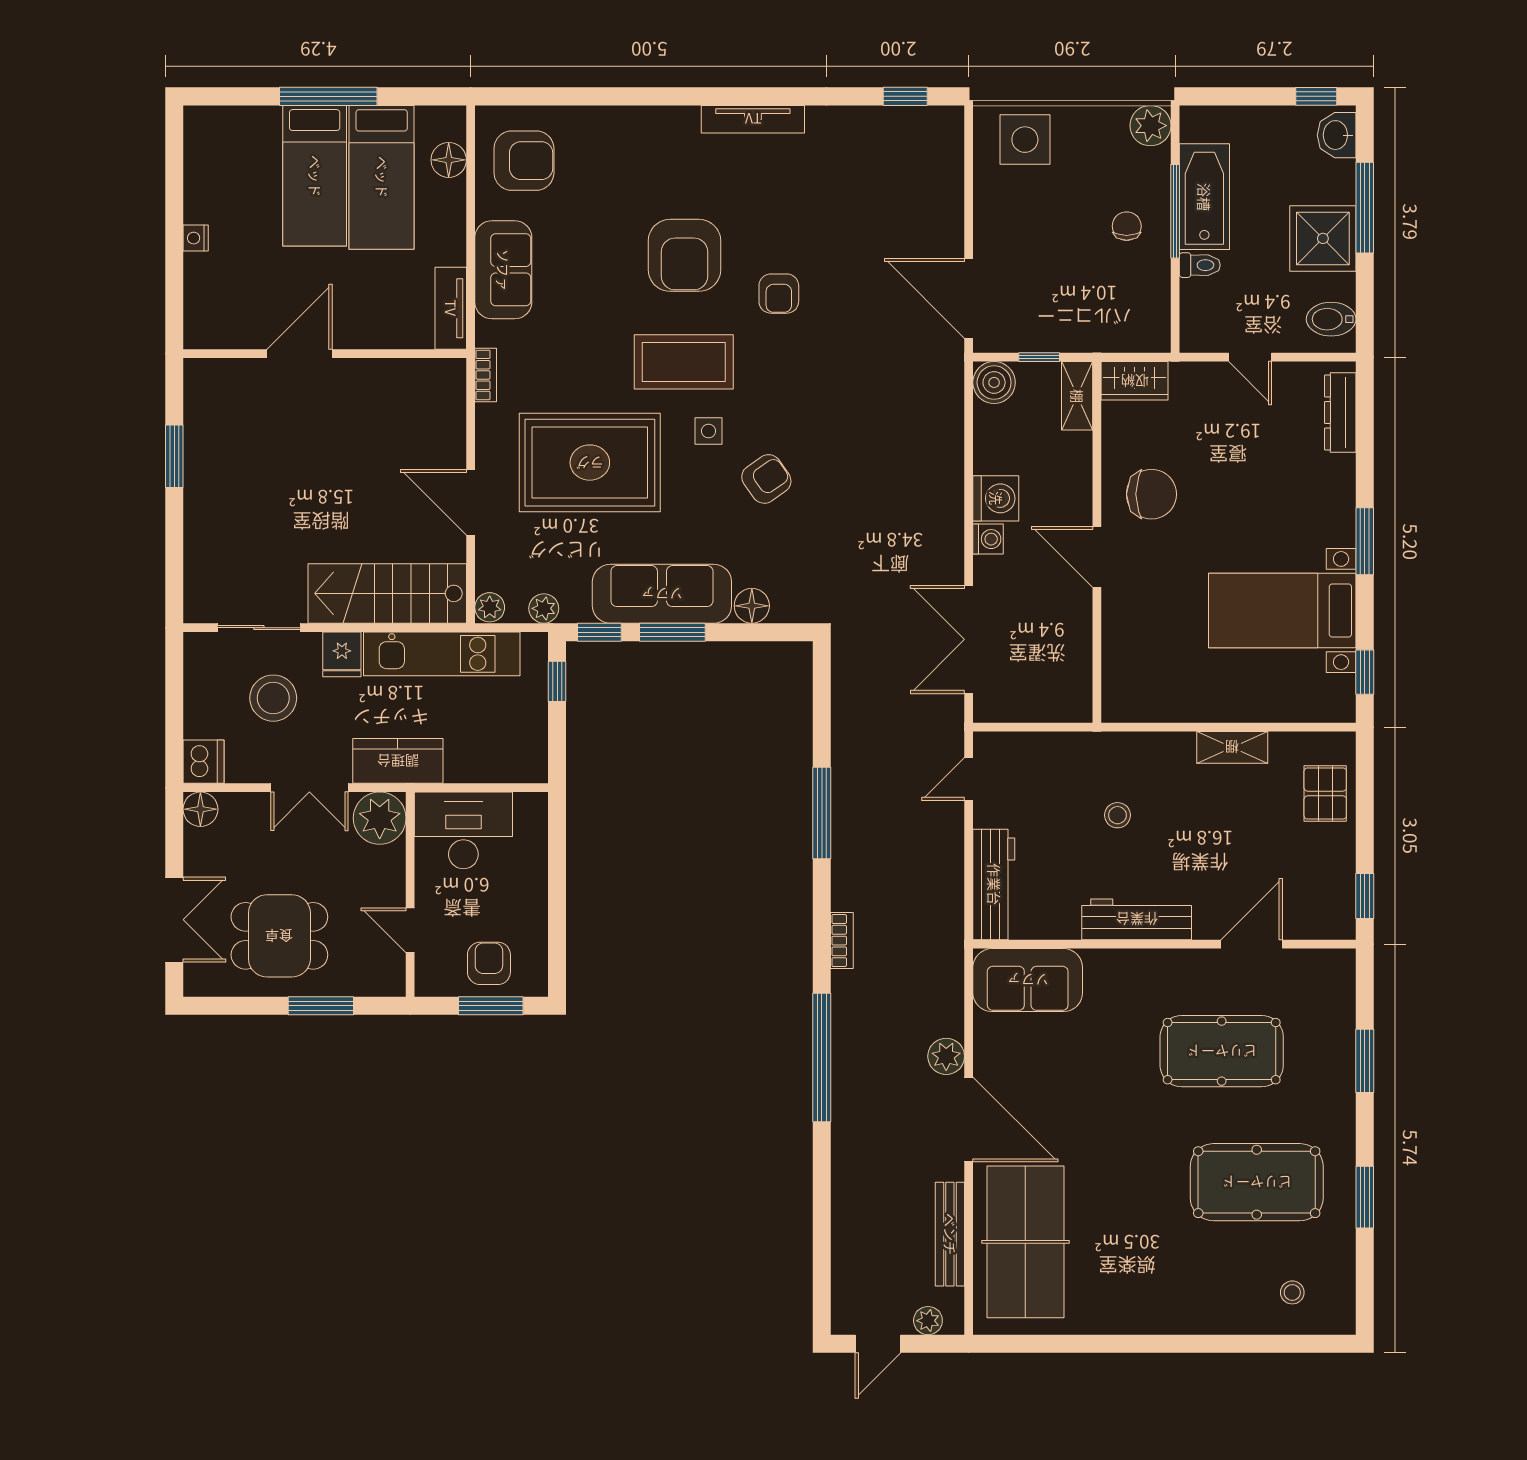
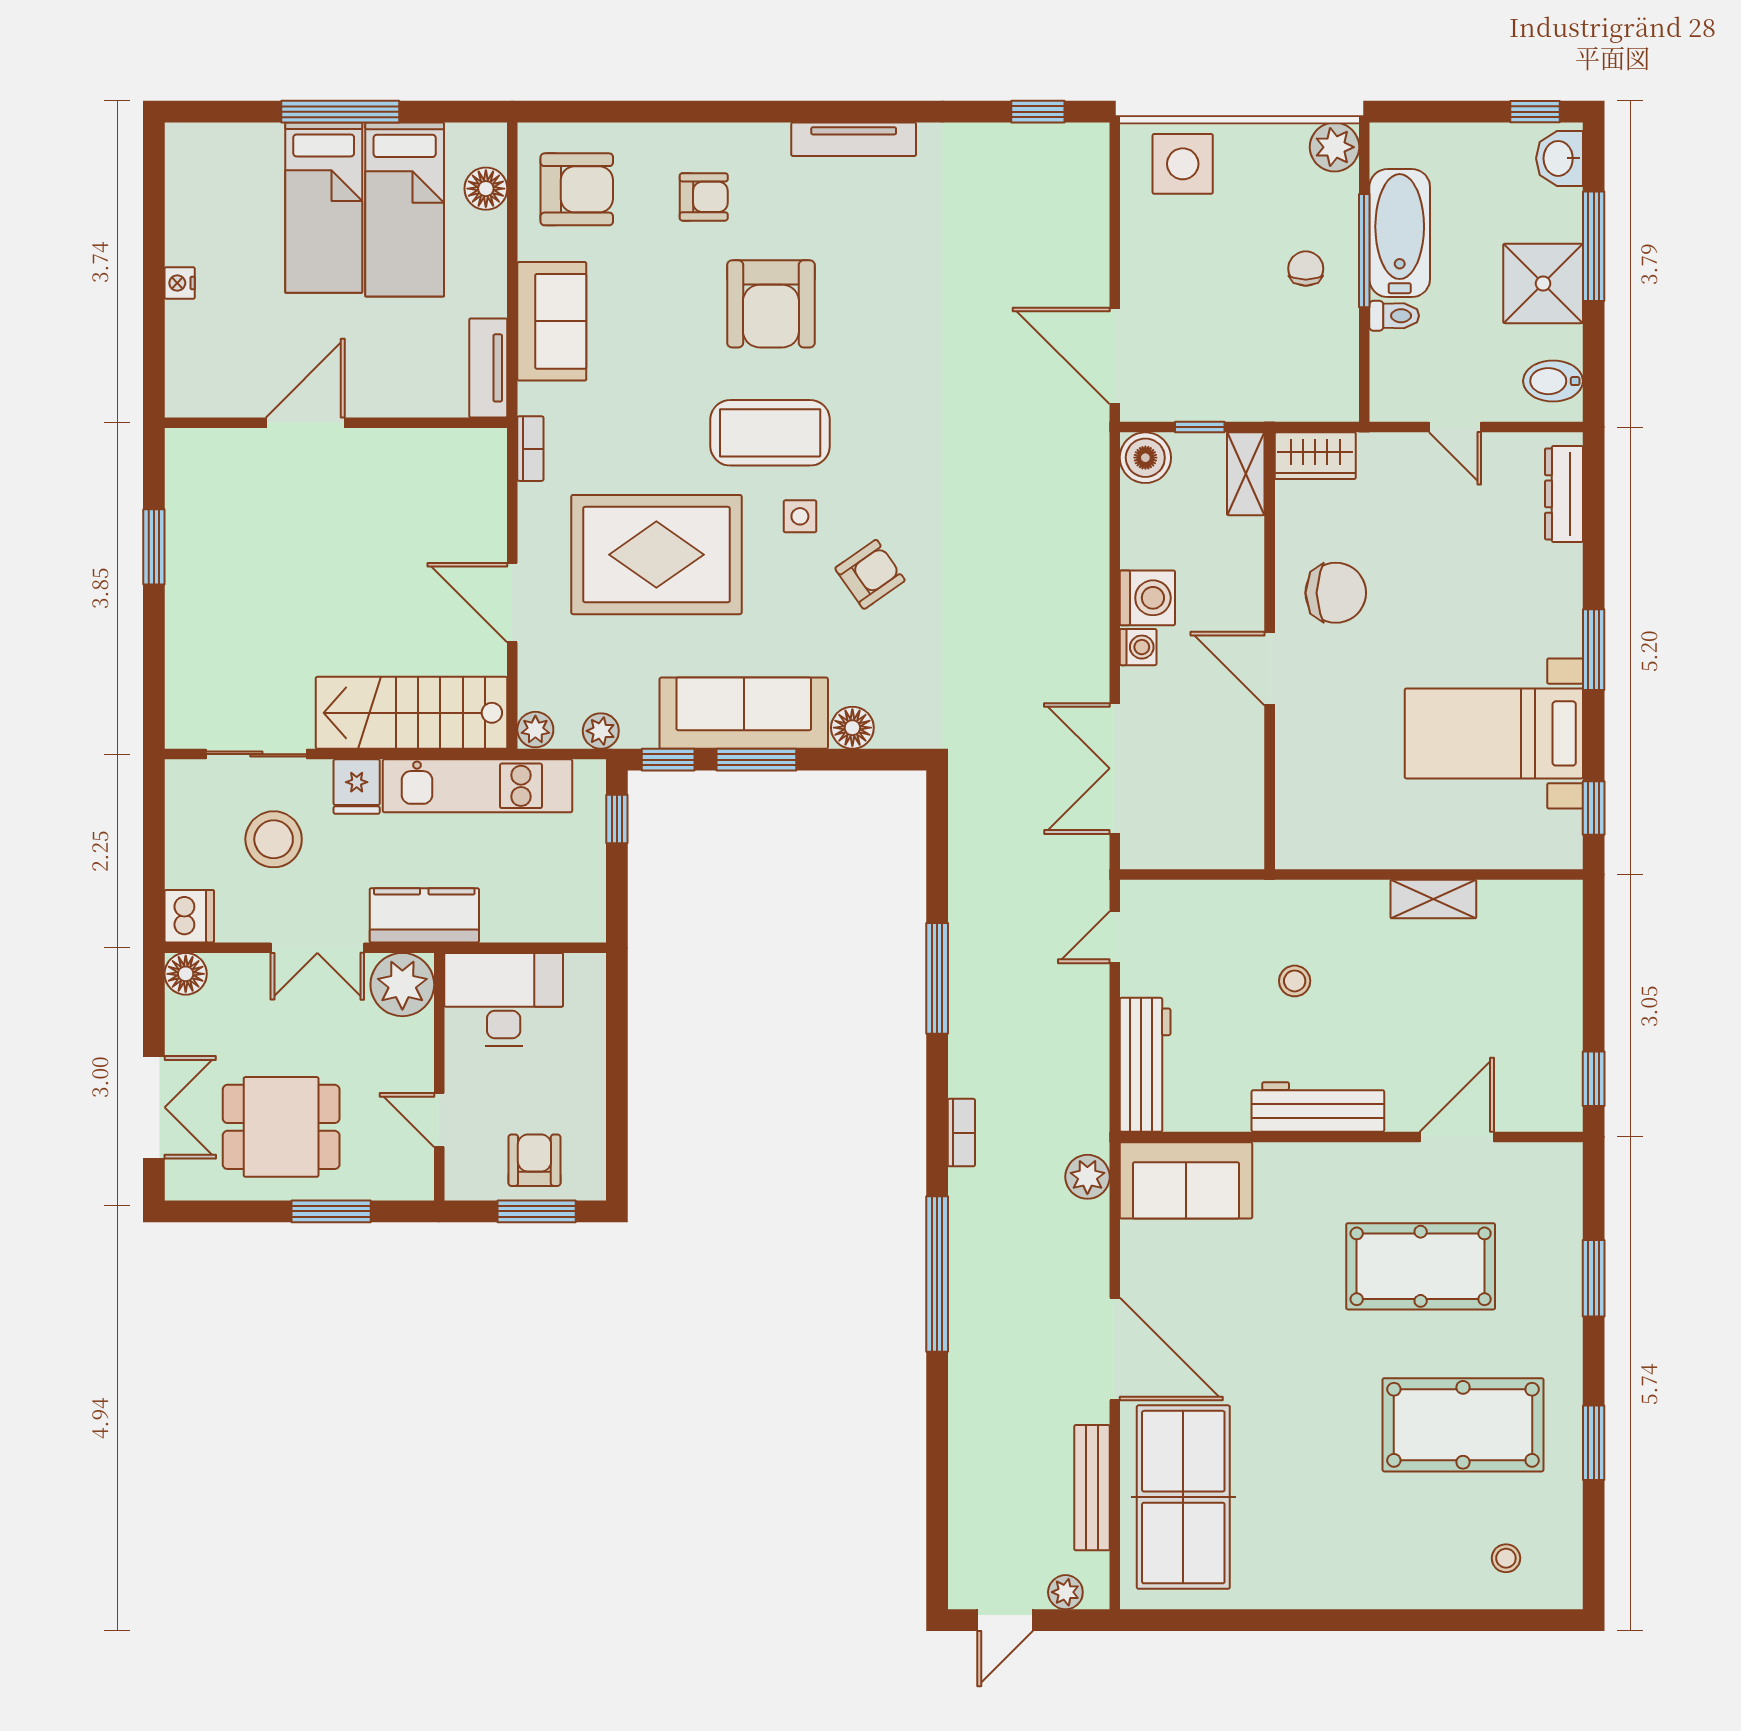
armchair: (779, 294) -> (704, 197), moved, turned -90
pallet: (1325, 794) -> (1546, 955), removed
plant: (946, 1056) -> (1087, 1177), moved

